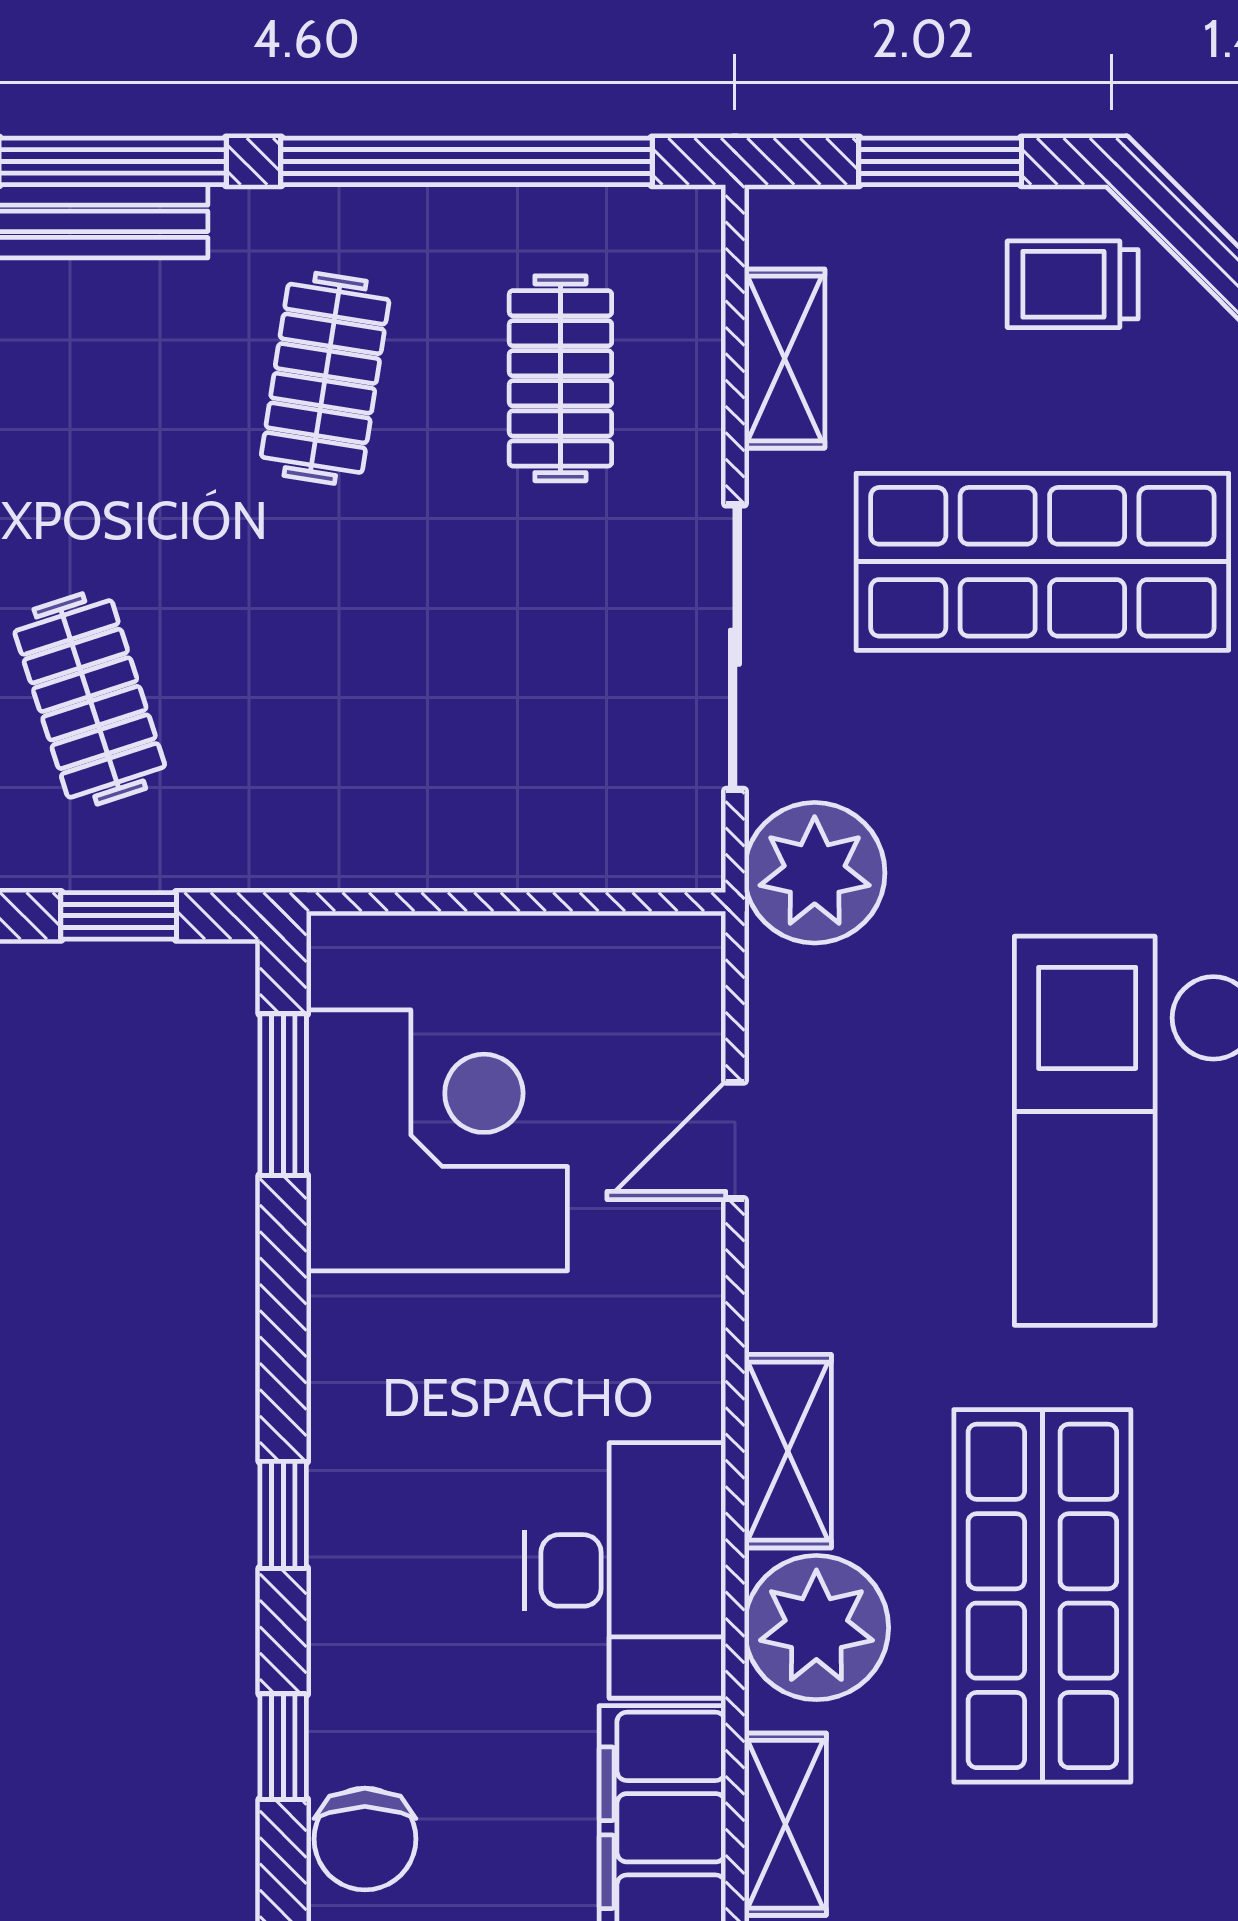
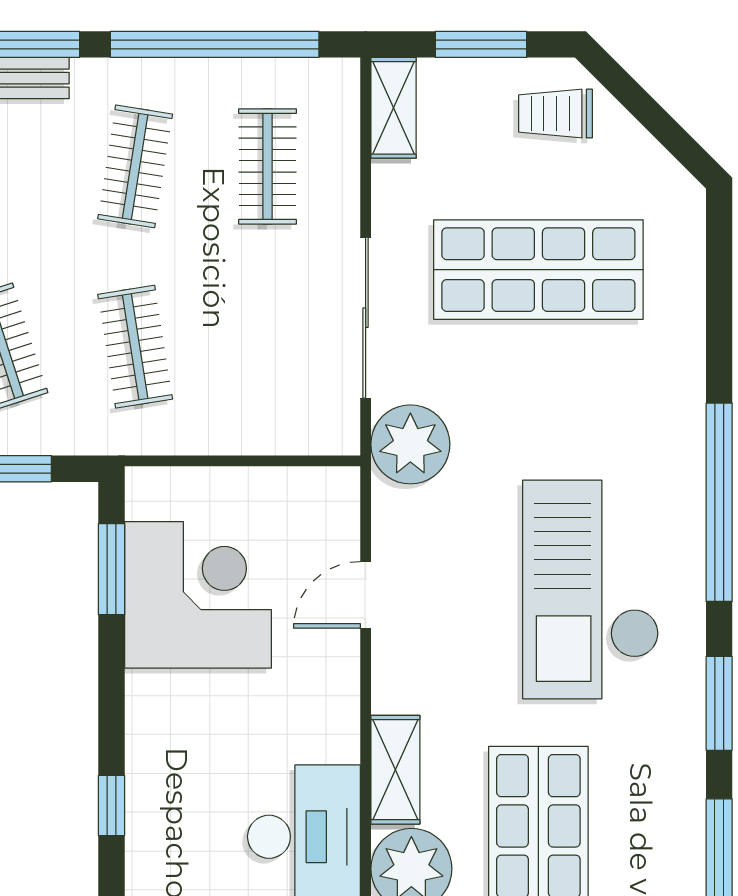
shelving: (785, 359) -> (393, 108), moved
clothes rail: (325, 699) -> (135, 347), added

